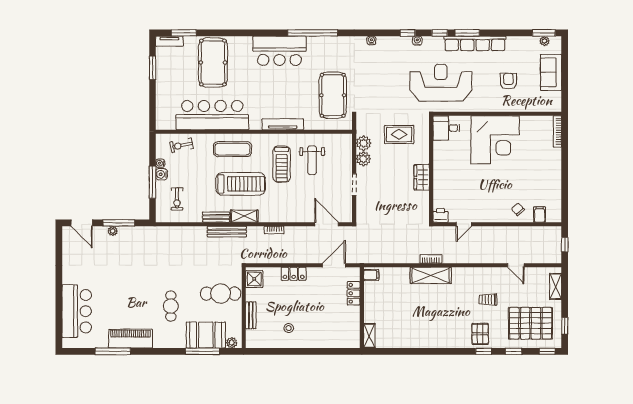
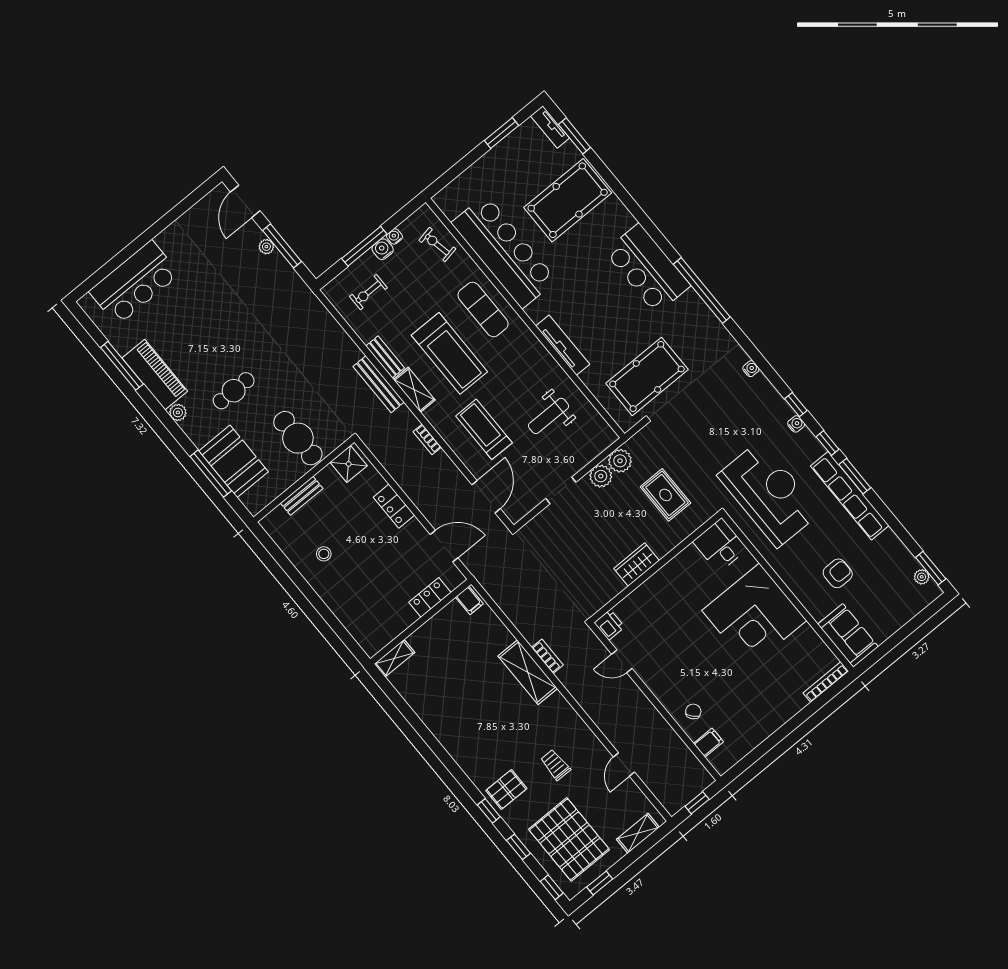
sofa: (551, 72) -> (848, 635), moved, turned 90
treadmill: (282, 164) -> (484, 429), moved, turned 90
plant: (232, 343) -> (178, 412), moved

